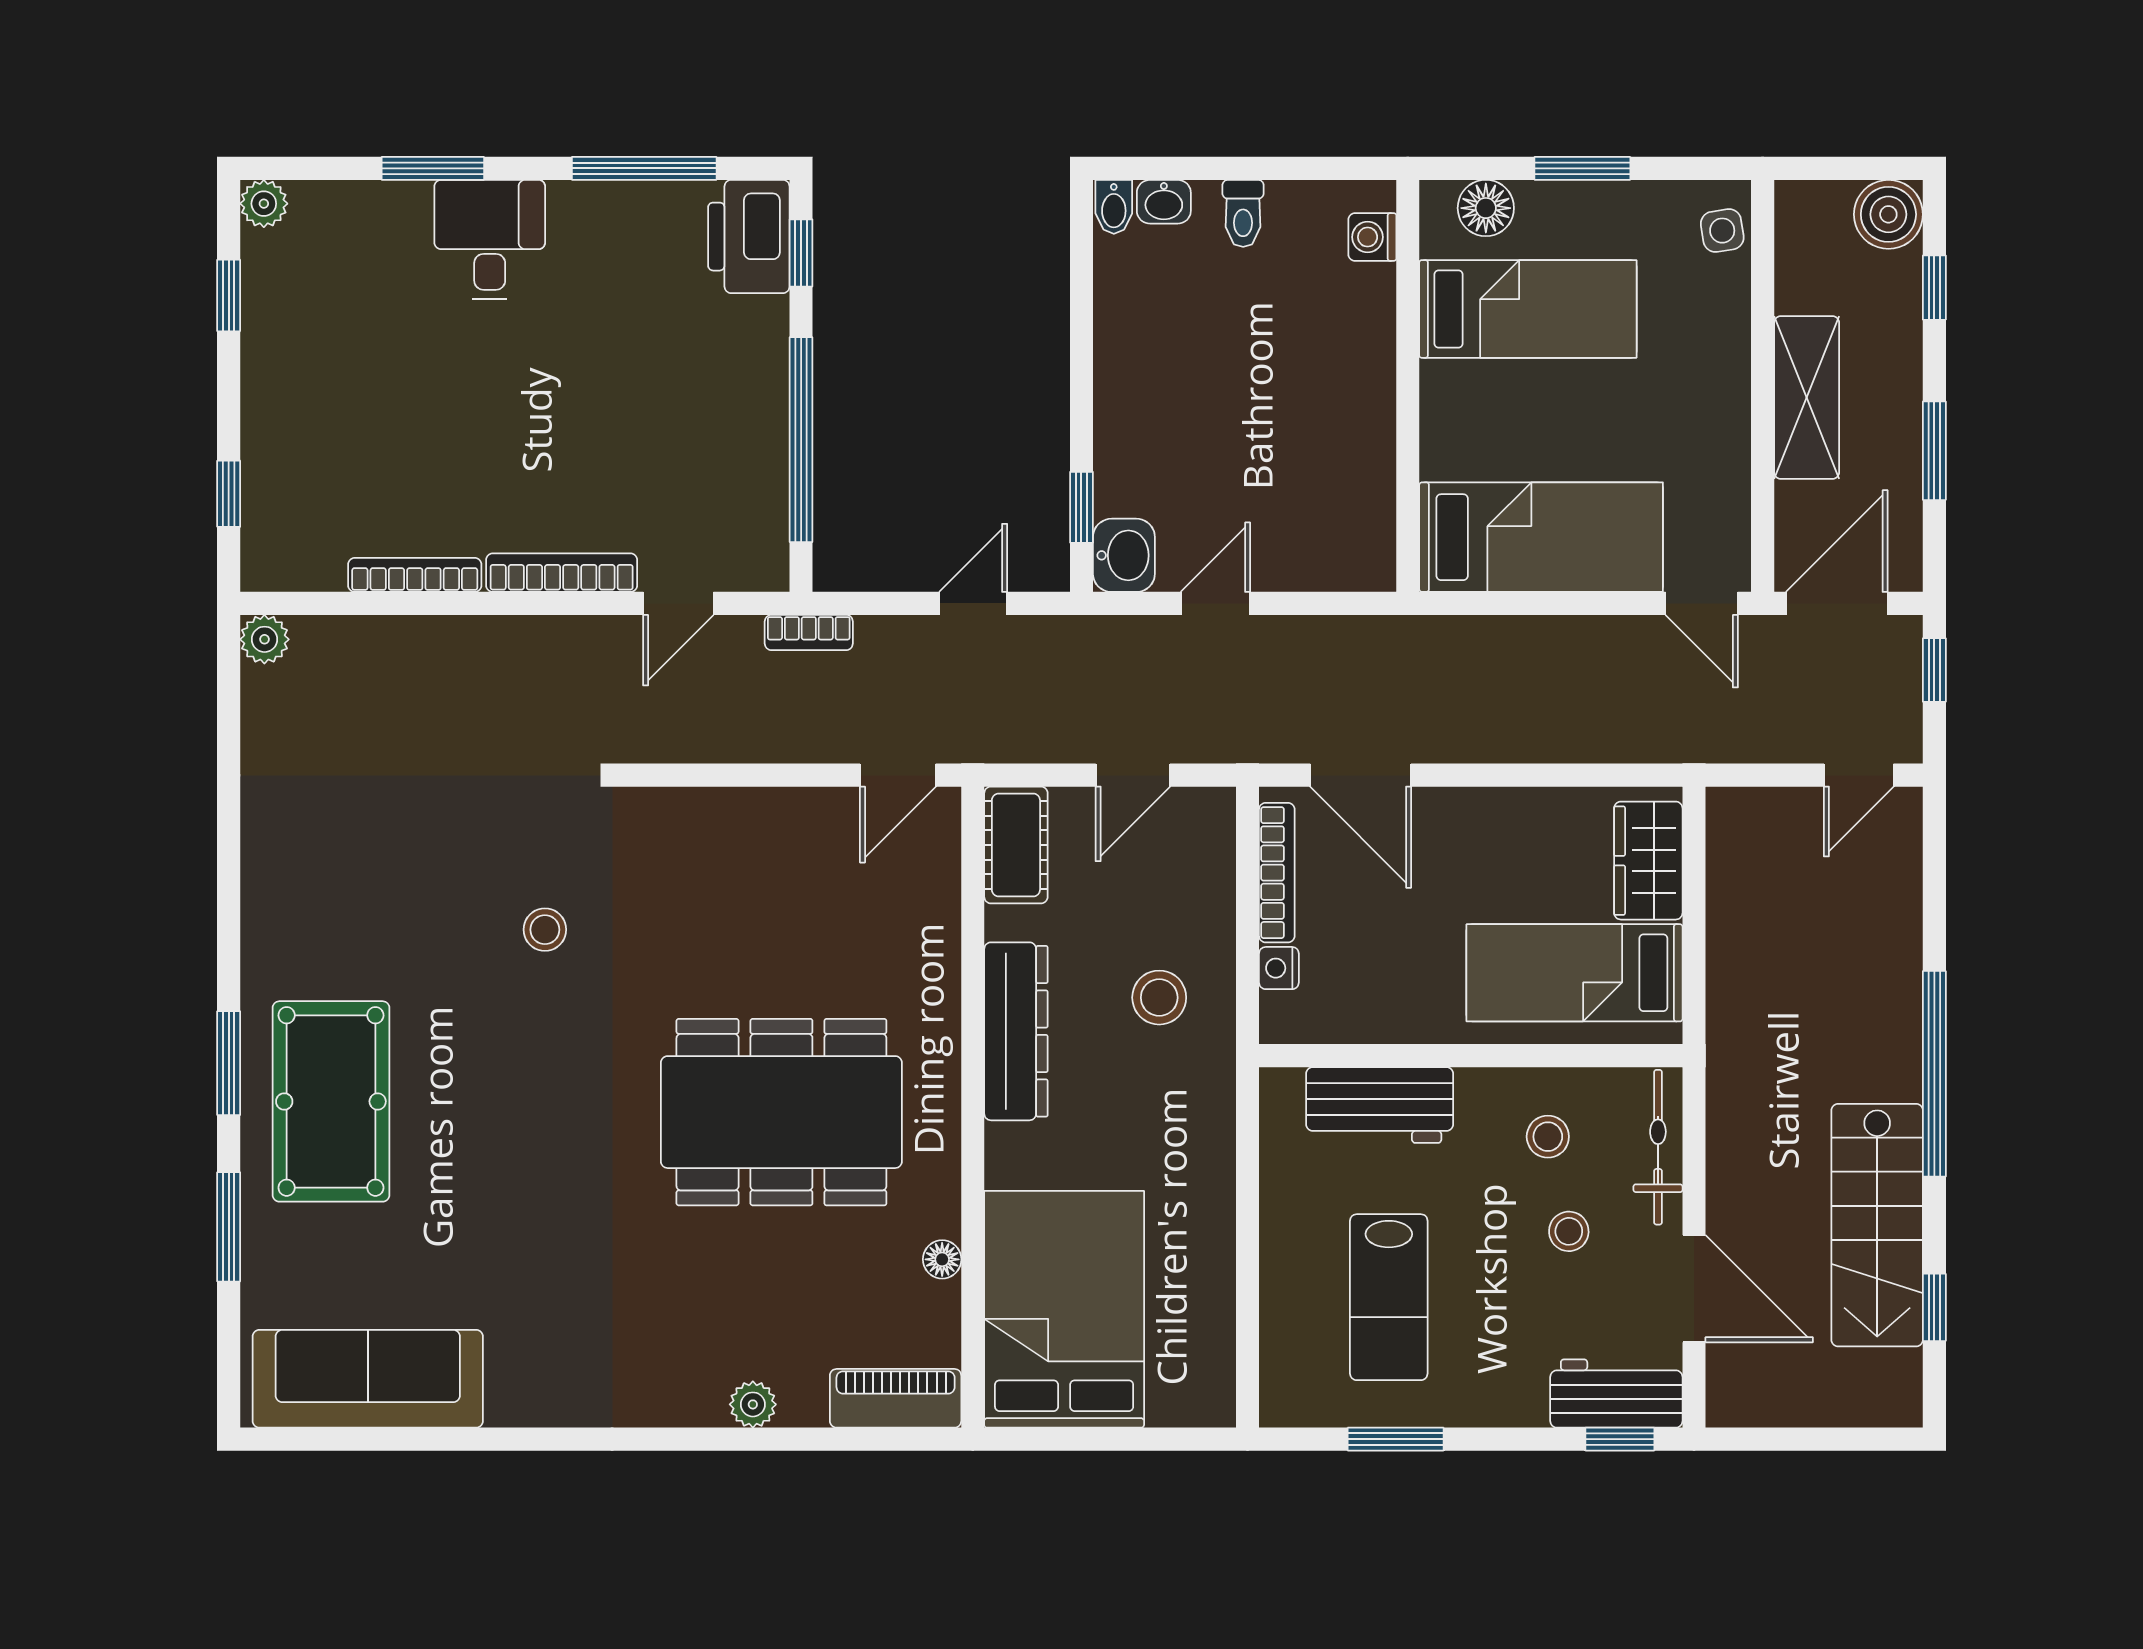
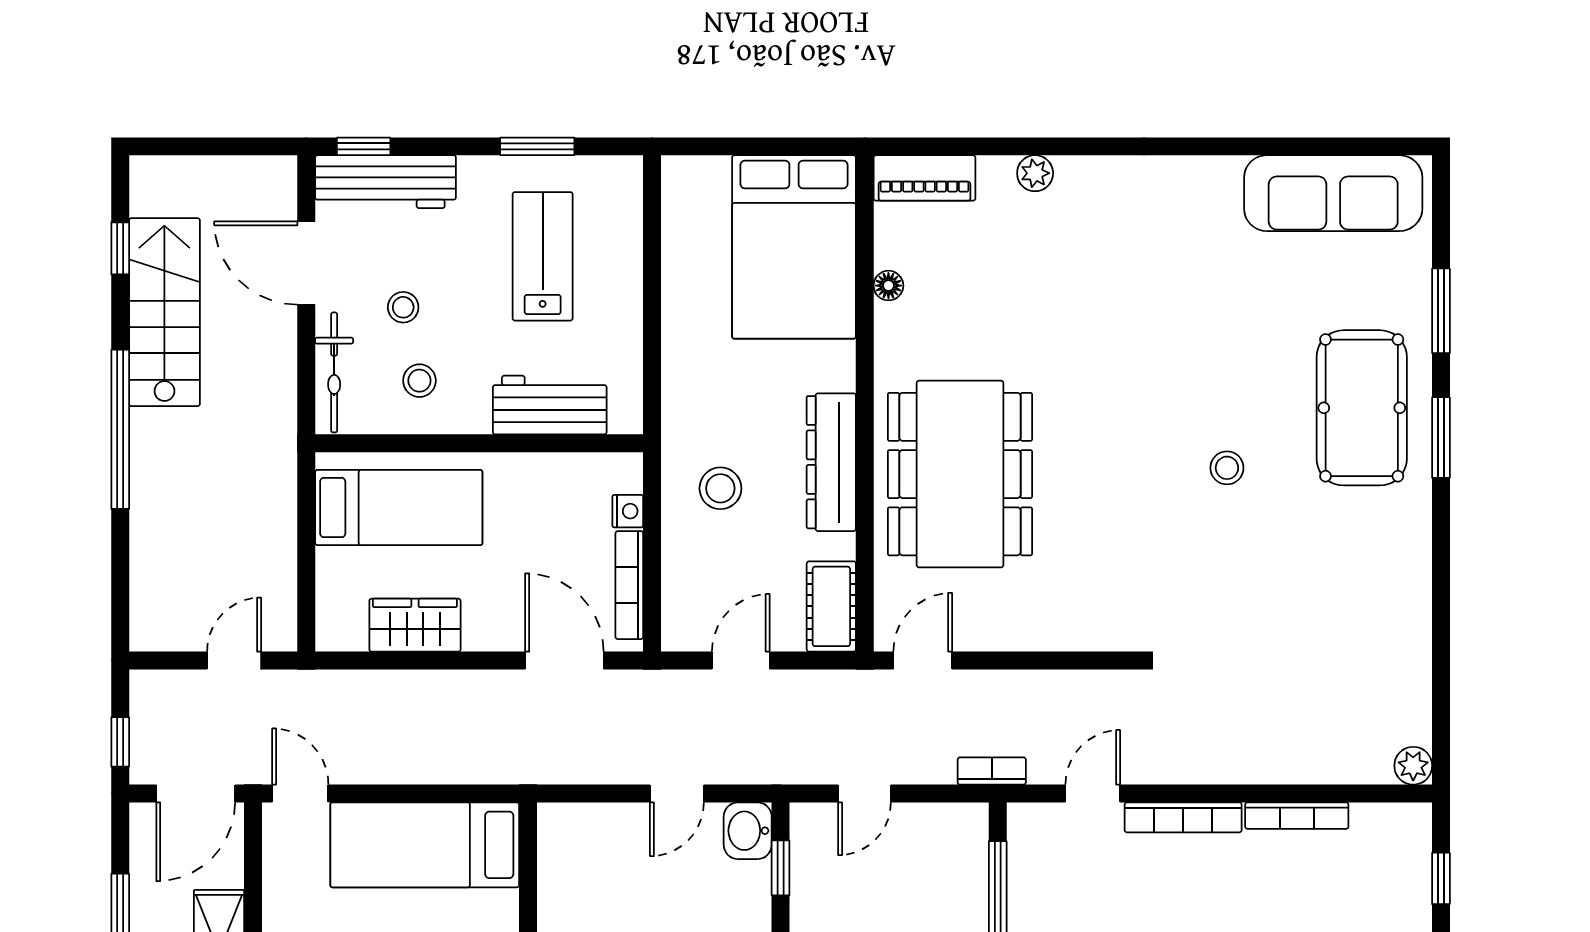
door: (1859, 775) -> (234, 661), moved
wardrobe: (1648, 861) -> (415, 625), moved, turned -90
stool: (545, 930) -> (1227, 468), moved
dining table: (781, 1112) -> (960, 474), moved, turned 90
workbench: (1616, 1394) -> (386, 182), width x1.37

